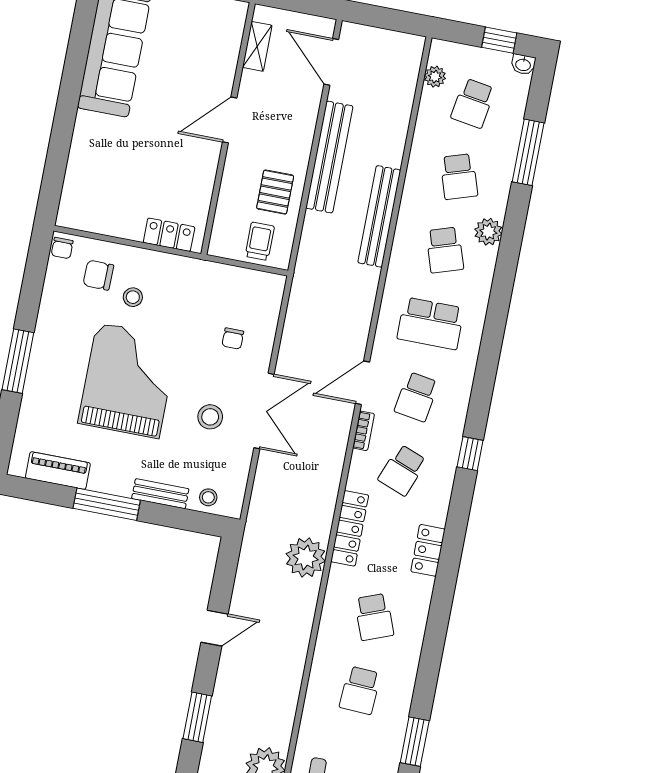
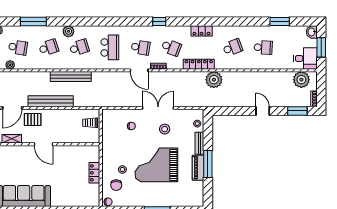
pallet: (275, 192) -> (33, 120), moved
locker: (169, 235) -> (94, 173), moved
piano: (58, 471) -> (198, 168), moved
door: (214, 628) -> (263, 111), moved
window: (197, 717) -> (297, 111), moved

